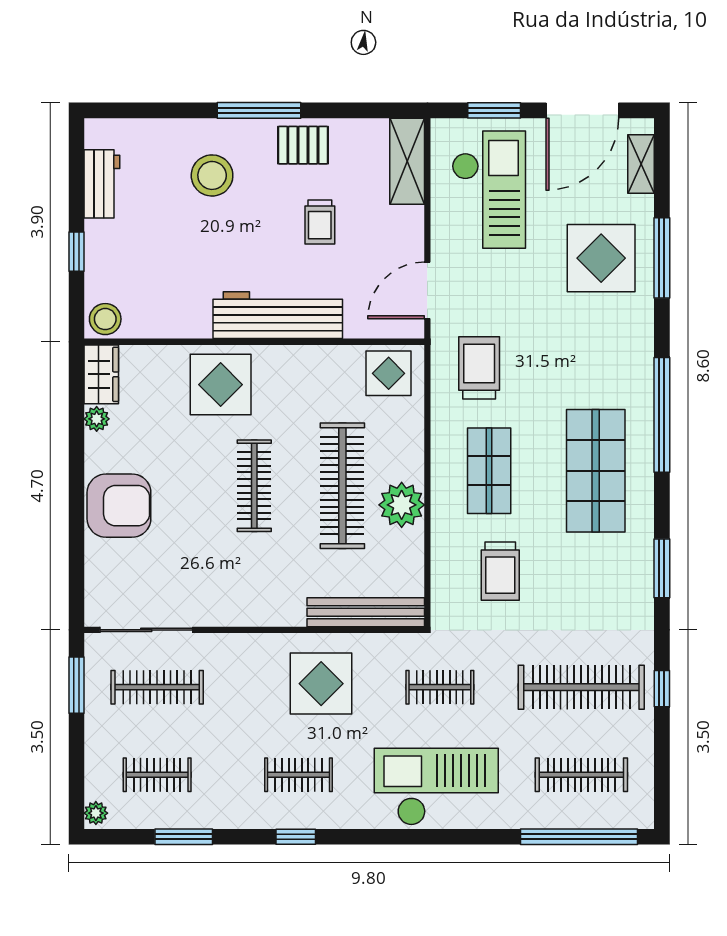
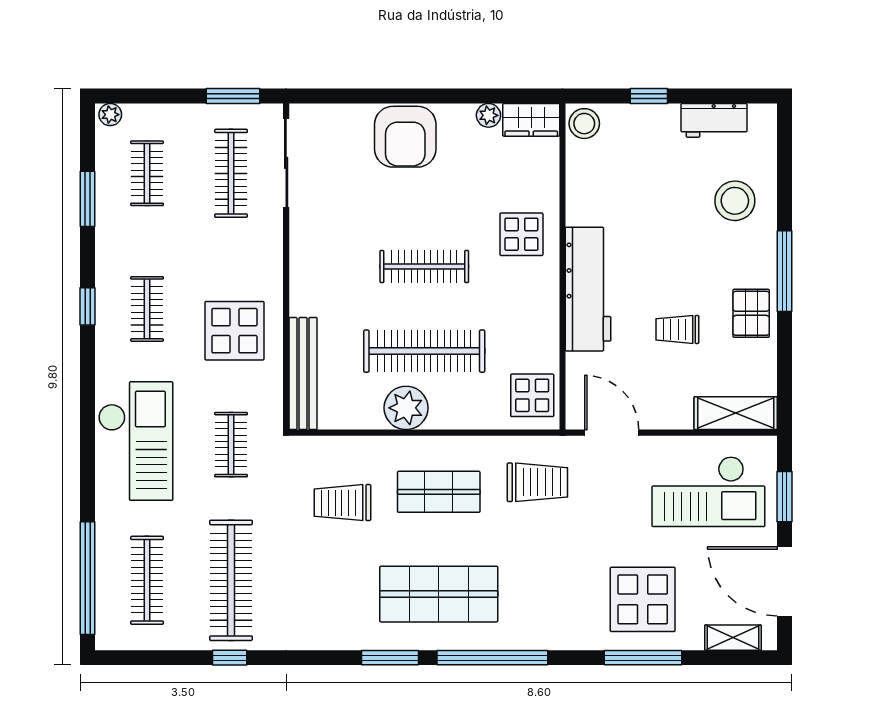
stool: (212, 175) -> (735, 201), moved
display table: (221, 385) -> (521, 234), width x0.73, depth x0.73
window: (662, 568) -> (390, 658), moved

